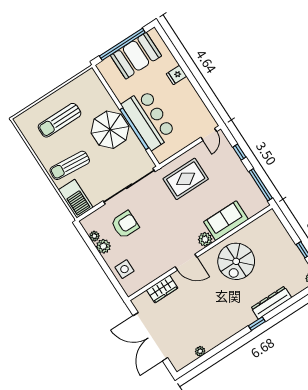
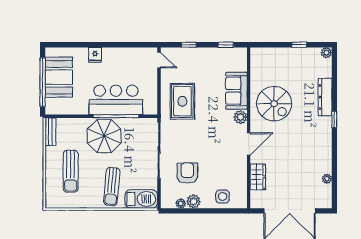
bench: (83, 80) -> (50, 132), added
window: (261, 185) -> (226, 45), width x0.46

